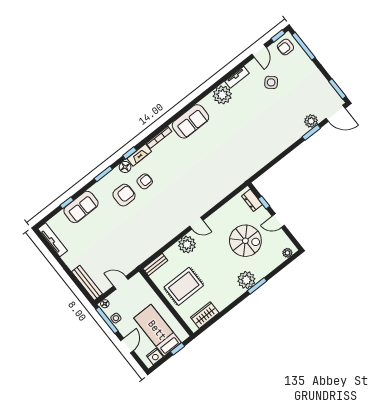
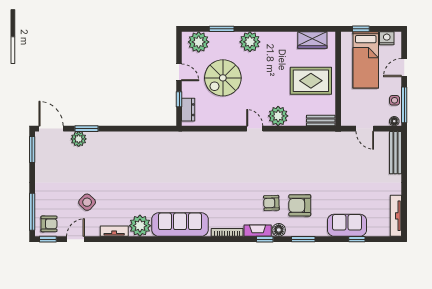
sofa: (190, 121) -> (180, 224), width x1.36
spiral stairs: (245, 241) -> (223, 78), turned -90
plant: (287, 253) -> (199, 42), width x1.87, depth x1.87
window: (257, 286) -> (222, 29), moved

